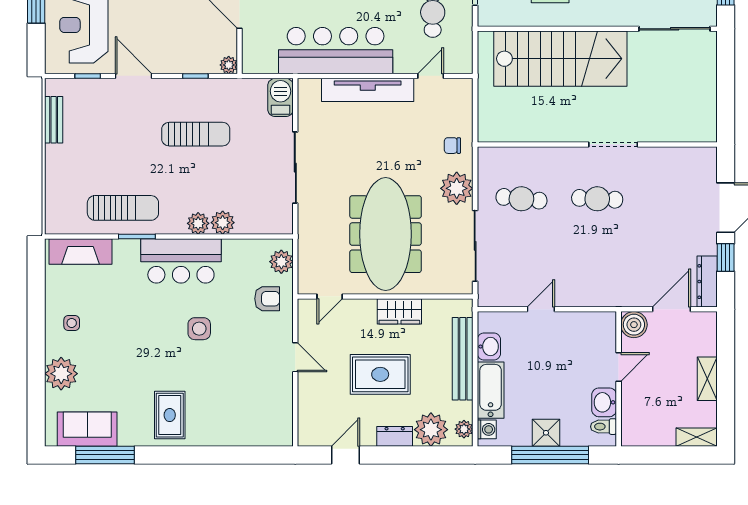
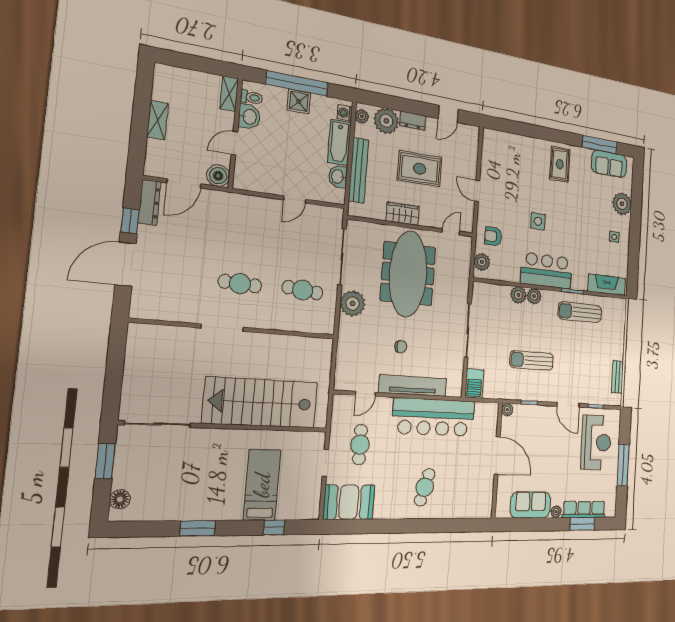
chair: (452, 146) -> (401, 347), moved
shelving: (697, 437) -> (229, 94), moved, turned 90

